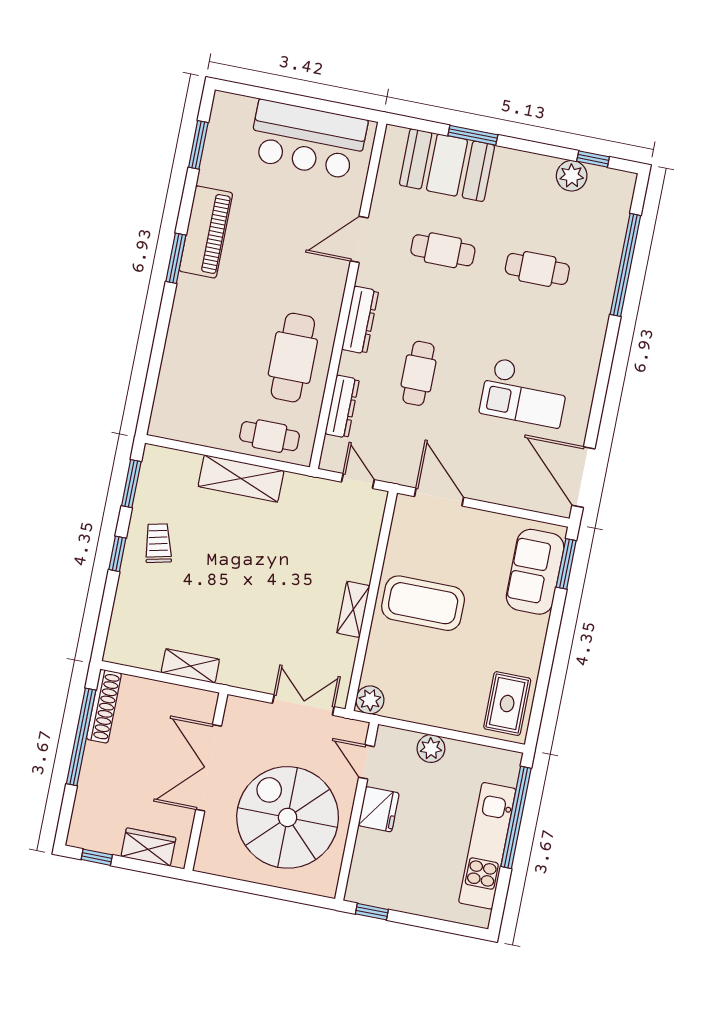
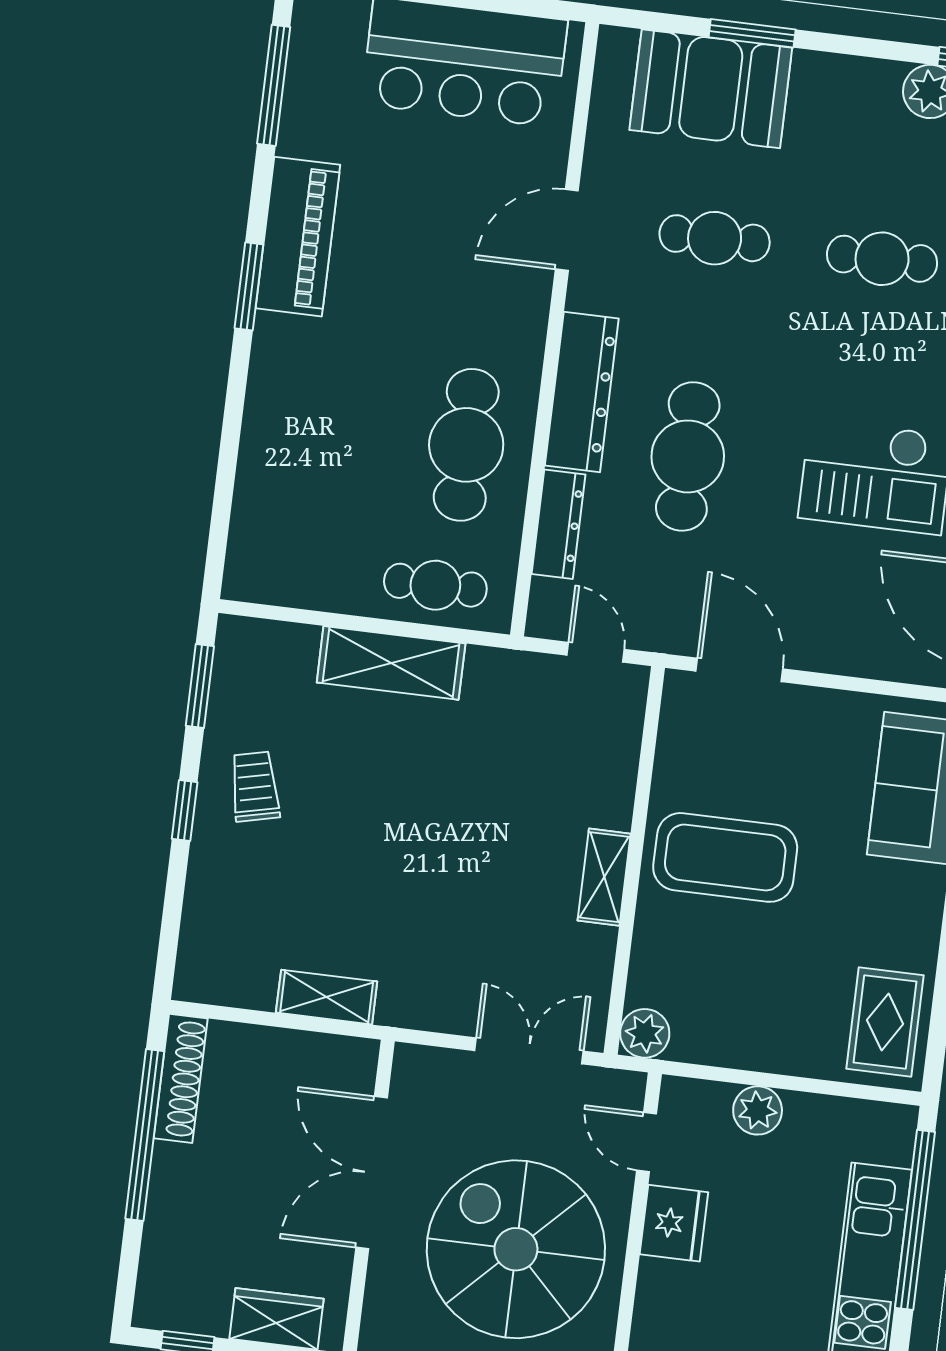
window: (198, 145) -> (274, 85), width x1.44
dresser: (360, 320) -> (582, 392), width x1.37, depth x1.24
cafe table: (419, 373) -> (688, 456), width x1.37, depth x1.35

